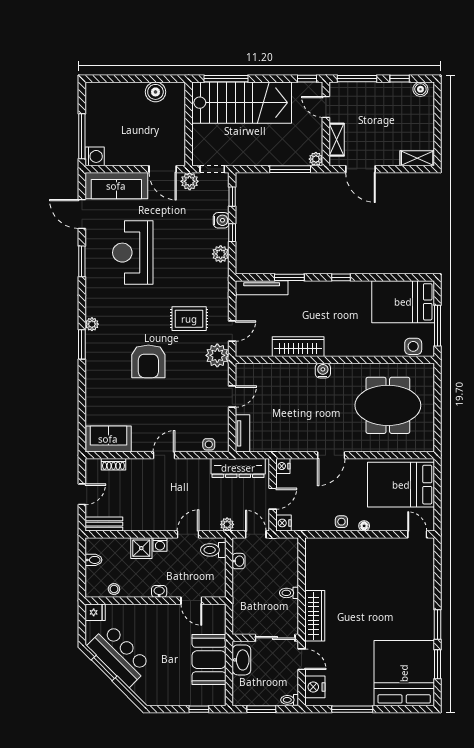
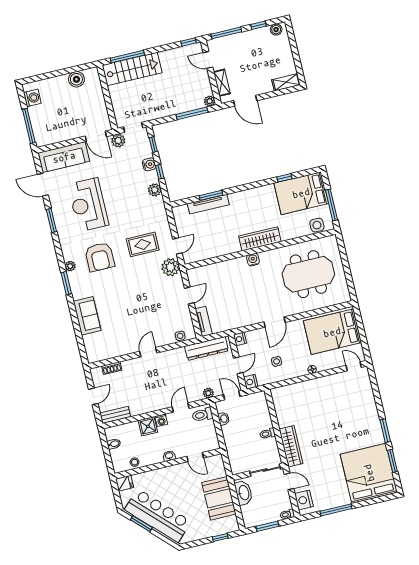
stairs: (242, 103) -> (132, 69), width x0.73, depth x0.66
washing machine: (95, 156) -> (32, 98), moved
window: (341, 277) -> (284, 178), moved
tv unit: (262, 288) -> (208, 204), moved
wardrobe: (298, 347) -> (260, 239), moved
armchair: (148, 361) -> (100, 257), moved
sofa: (108, 439) -> (87, 316), moved, turned 90
side table: (341, 522) -> (277, 361), moved
bar counter: (119, 655) -> (158, 516), width x1.36

